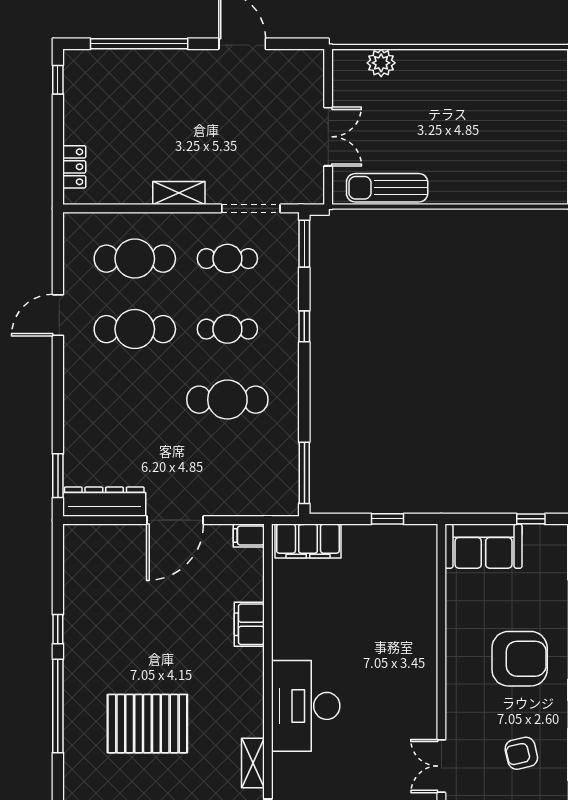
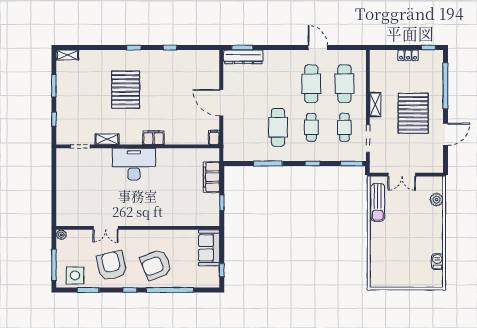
barbecue: (513, 61) -> (437, 262), added
pallet: (198, 112) -> (413, 113), added
locker: (74, 167) -> (408, 55), moved
sun lounger: (387, 188) -> (378, 202), turned 180
window: (304, 473) -> (268, 163), moved
dresser: (104, 502) -> (243, 57), moved, turned 90
filing cabinet: (308, 541) -> (211, 177), moved
filing cabinet: (249, 624) -> (153, 138), moved
armchair: (520, 659) -> (156, 265), turned 69
window: (58, 706) -> (134, 48), width x0.32
armchair: (521, 753) -> (112, 266), width x1.88, depth x1.88
double door: (441, 766) -> (106, 228), swing flipped

